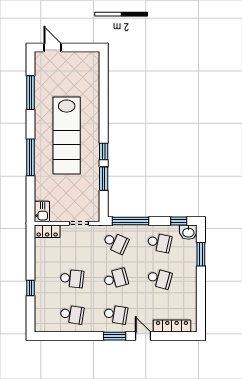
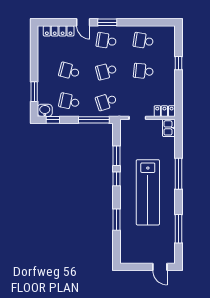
window: (104, 103) -> (117, 220), added
lab bench: (67, 136) -> (148, 192), turned 180
school desk: (116, 243) -> (106, 102), turned -42

